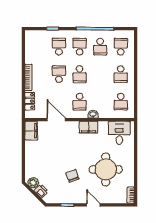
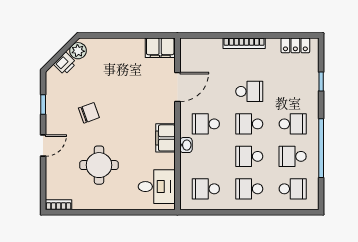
school desk: (59, 47) -> (249, 156), moved, turned 180
locker: (30, 101) -> (295, 45), moved
round table: (106, 169) -> (99, 165), width x0.73, depth x0.73

